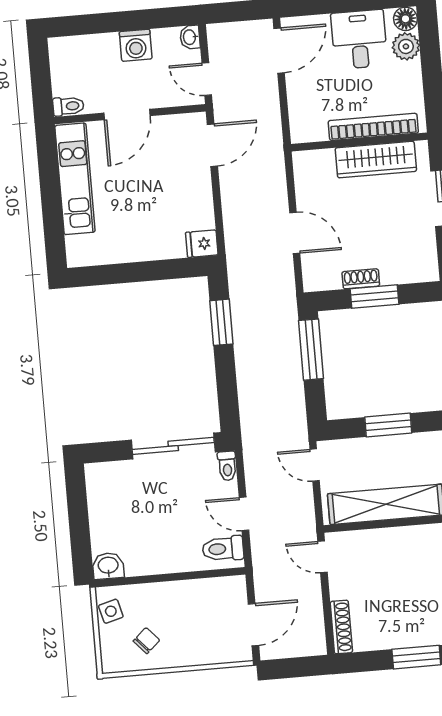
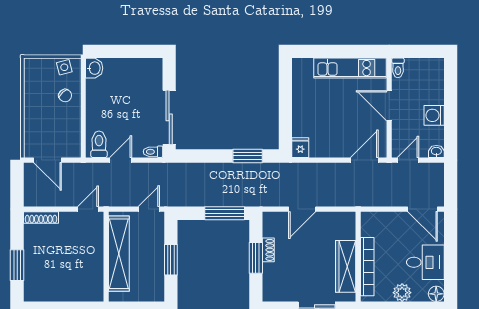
plant: (406, 46) -> (402, 293), moved
door: (212, 145) -> (364, 160), swing flipped
chair: (146, 641) -> (65, 96), moved

